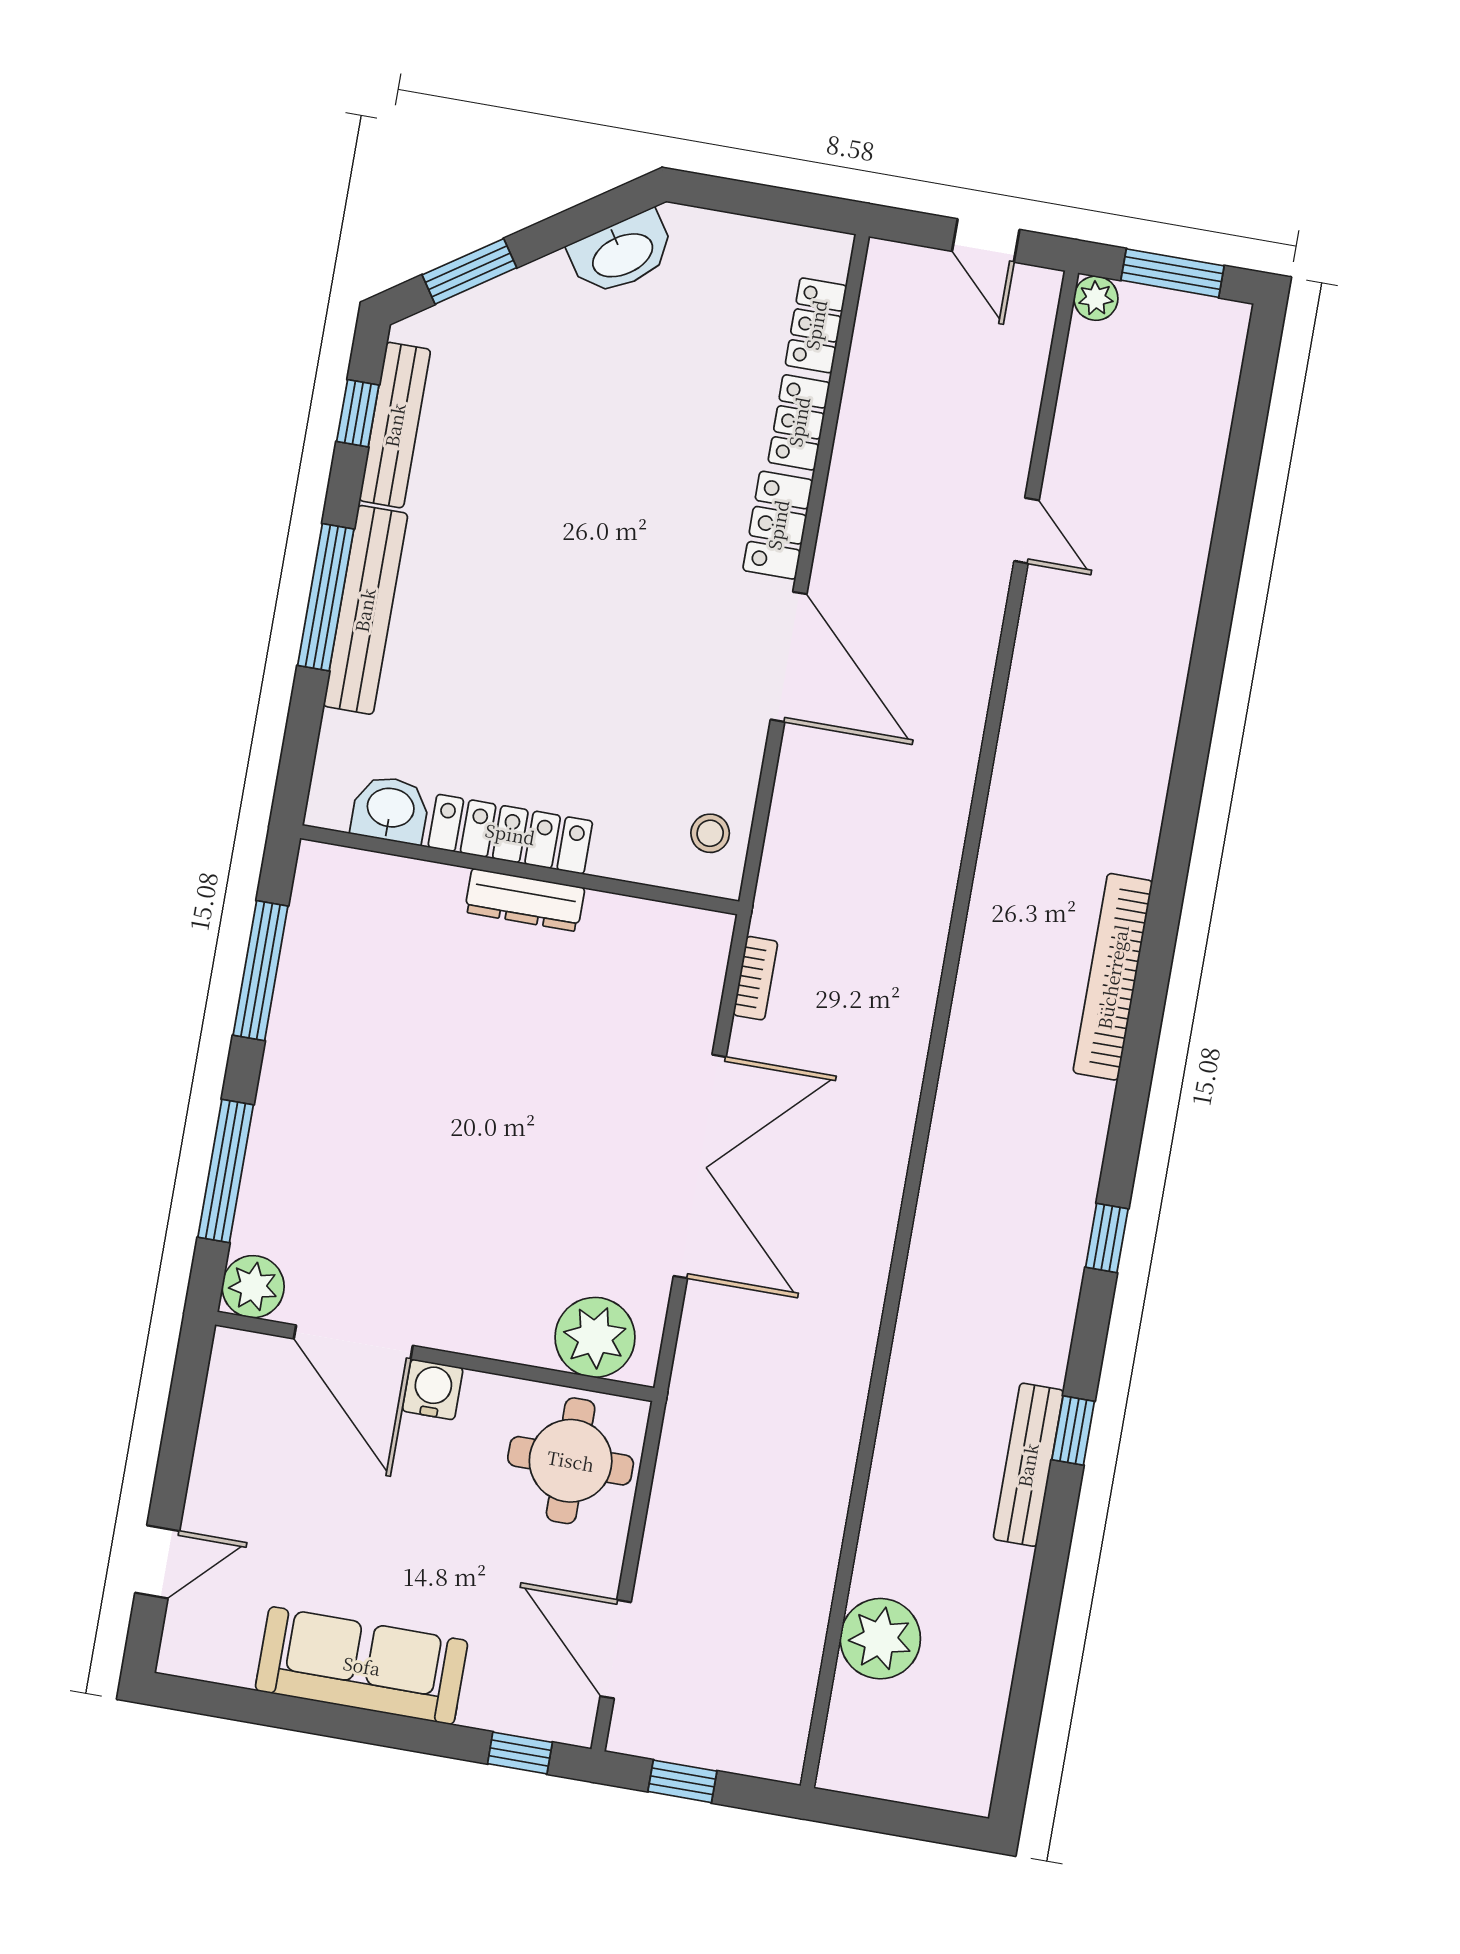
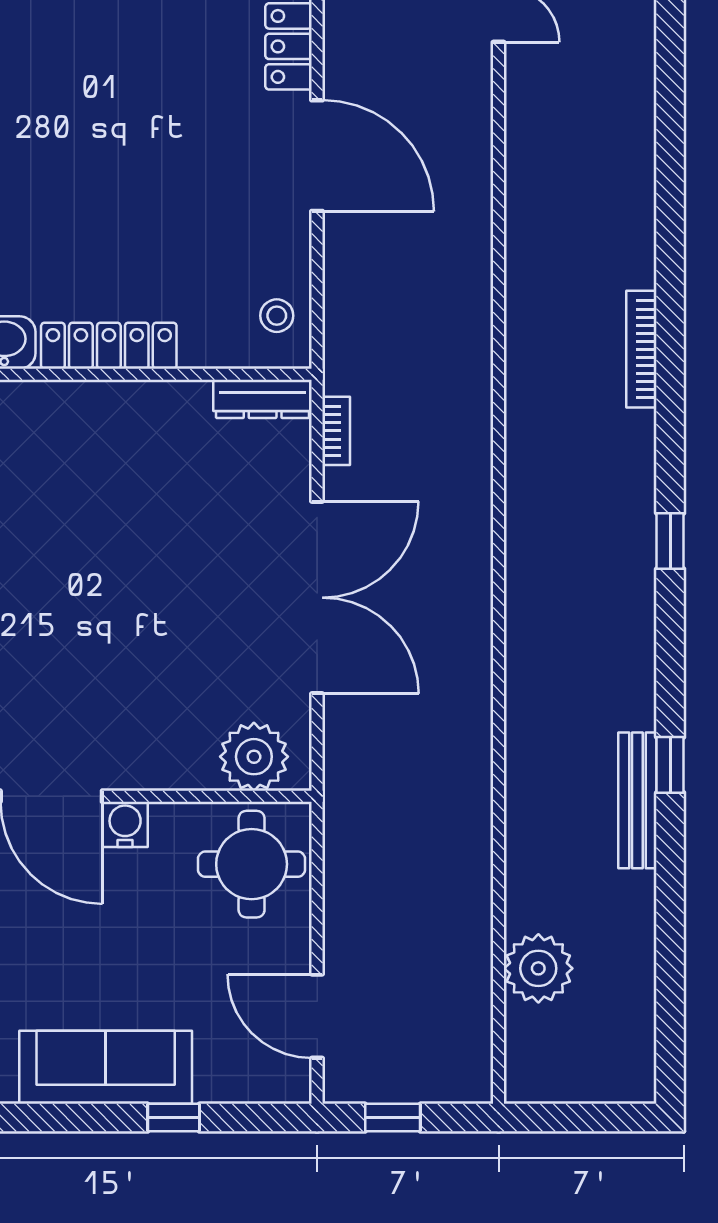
dresser: (525, 900) -> (263, 399), moved
bookcase: (1113, 977) -> (641, 349), width x0.68, depth x0.76
window: (1107, 1238) -> (670, 541), moved
window: (520, 1753) -> (174, 1118), moved

